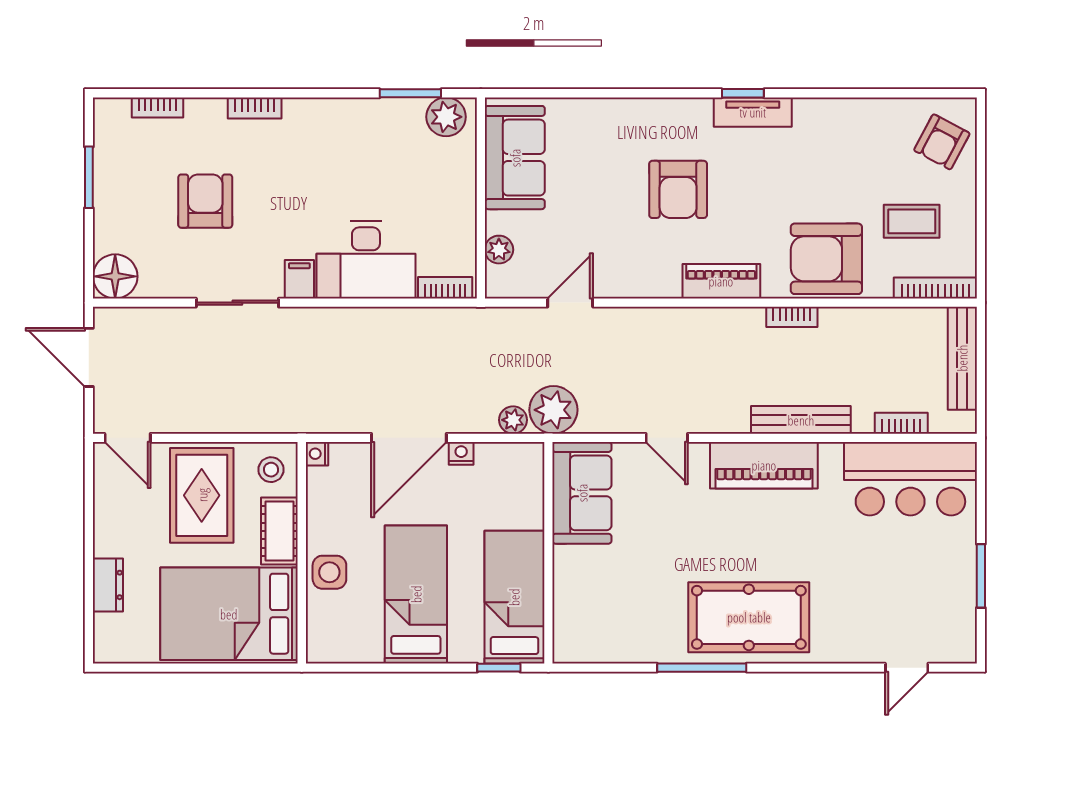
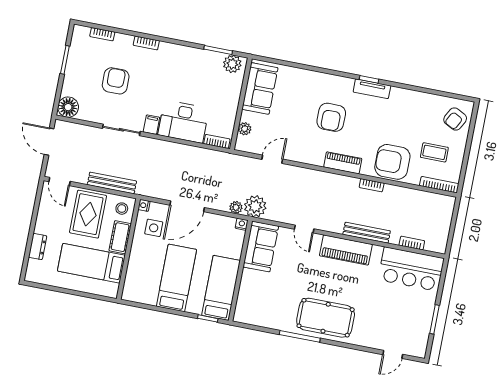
bench: (962, 358) -> (112, 183), moved, turned 90
nightstand: (461, 453) -> (242, 224), moved
side table: (329, 572) -> (154, 228), moved
bed: (229, 614) -> (91, 263), width x0.67

